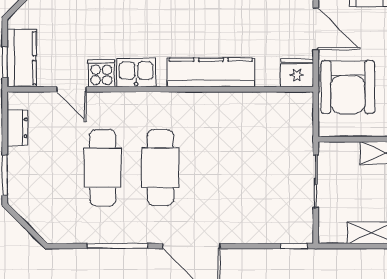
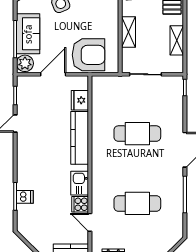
fridge: (297, 73) -> (80, 100), moved
door: (71, 89) -> (90, 222), swing flipped
cafe table: (160, 168) -> (137, 134), moved

